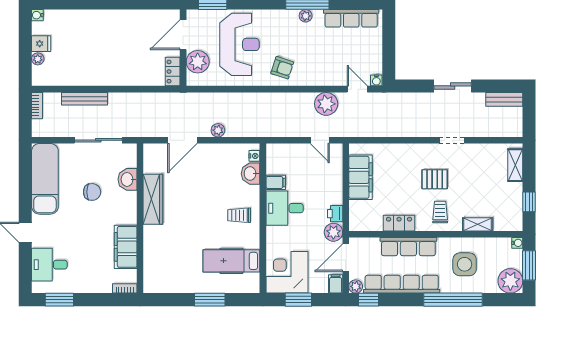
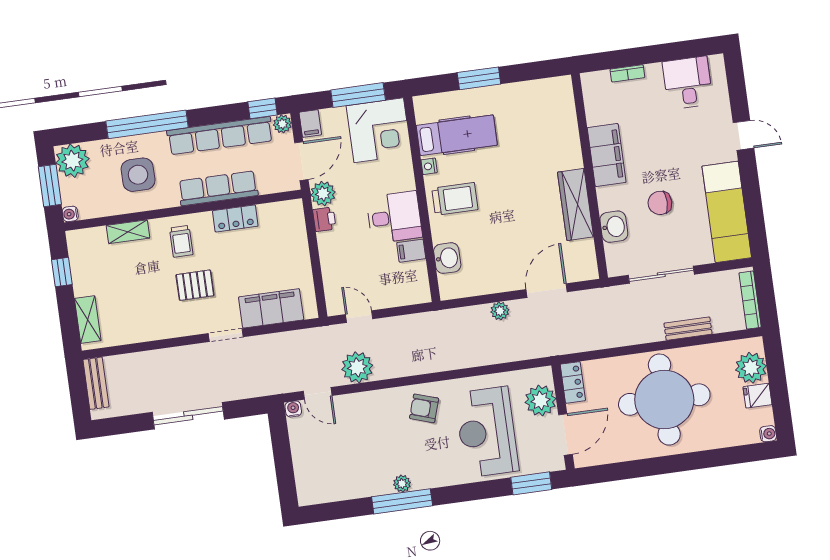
row of seats: (351, 18) -> (339, 489), removed
round table: (109, 50) -> (664, 400), added
plant: (38, 59) -> (751, 368), width x1.88, depth x1.88
sliding door: (453, 86) -> (188, 416), width x1.37
bench: (84, 99) -> (688, 329), width x0.73
bench: (504, 99) -> (96, 383), moved, turned 90
bookcase: (37, 106) -> (750, 300), width x1.56
doorway: (452, 140) -> (226, 335), moved
nightstand: (254, 156) -> (429, 166), moved
filing cabinet: (360, 177) -> (271, 308), moved, turned 90
trolley: (239, 215) -> (455, 199), width x1.36, depth x1.39
filing cabinet: (126, 247) -> (607, 155), moved
desk: (49, 265) -> (688, 83), moved, turned -90
bookcase: (125, 288) -> (627, 73), moved
window: (59, 300) -> (684, 50), removed
window: (298, 300) -> (358, 95), width x1.44

